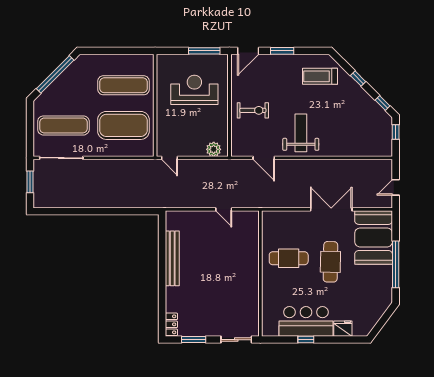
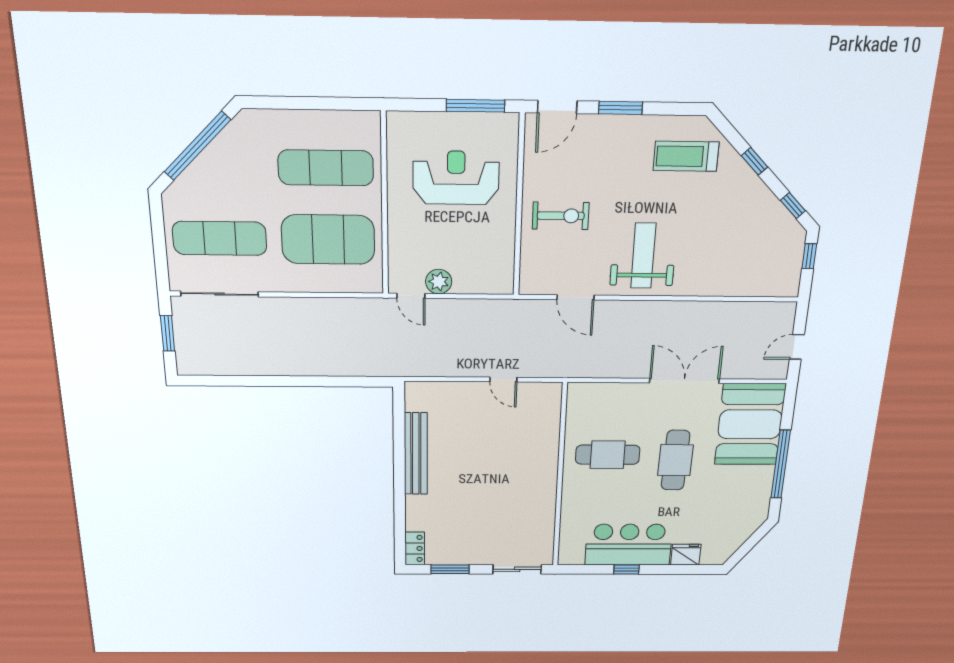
plant: (214, 149) -> (439, 282), moved

